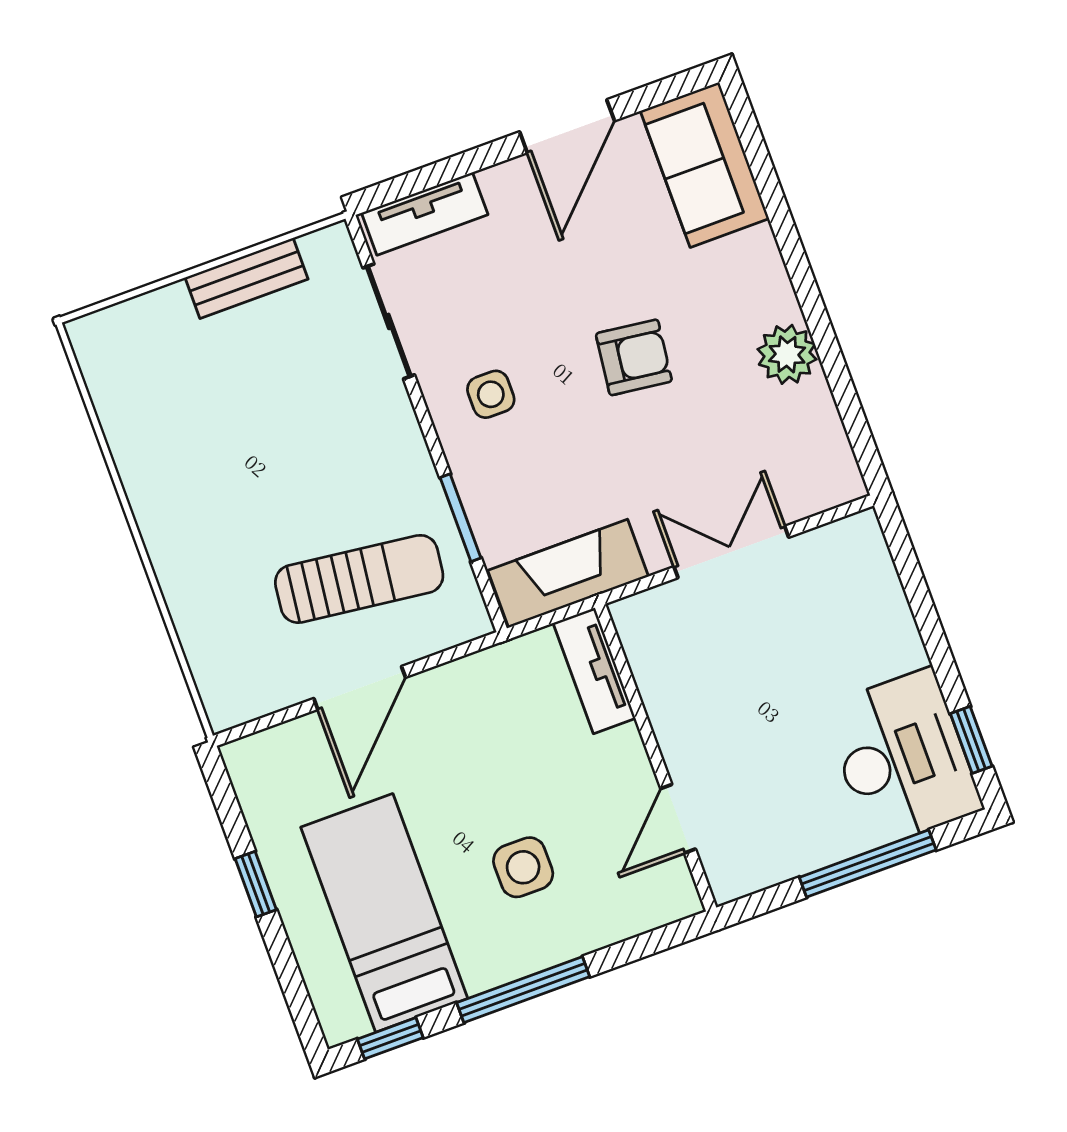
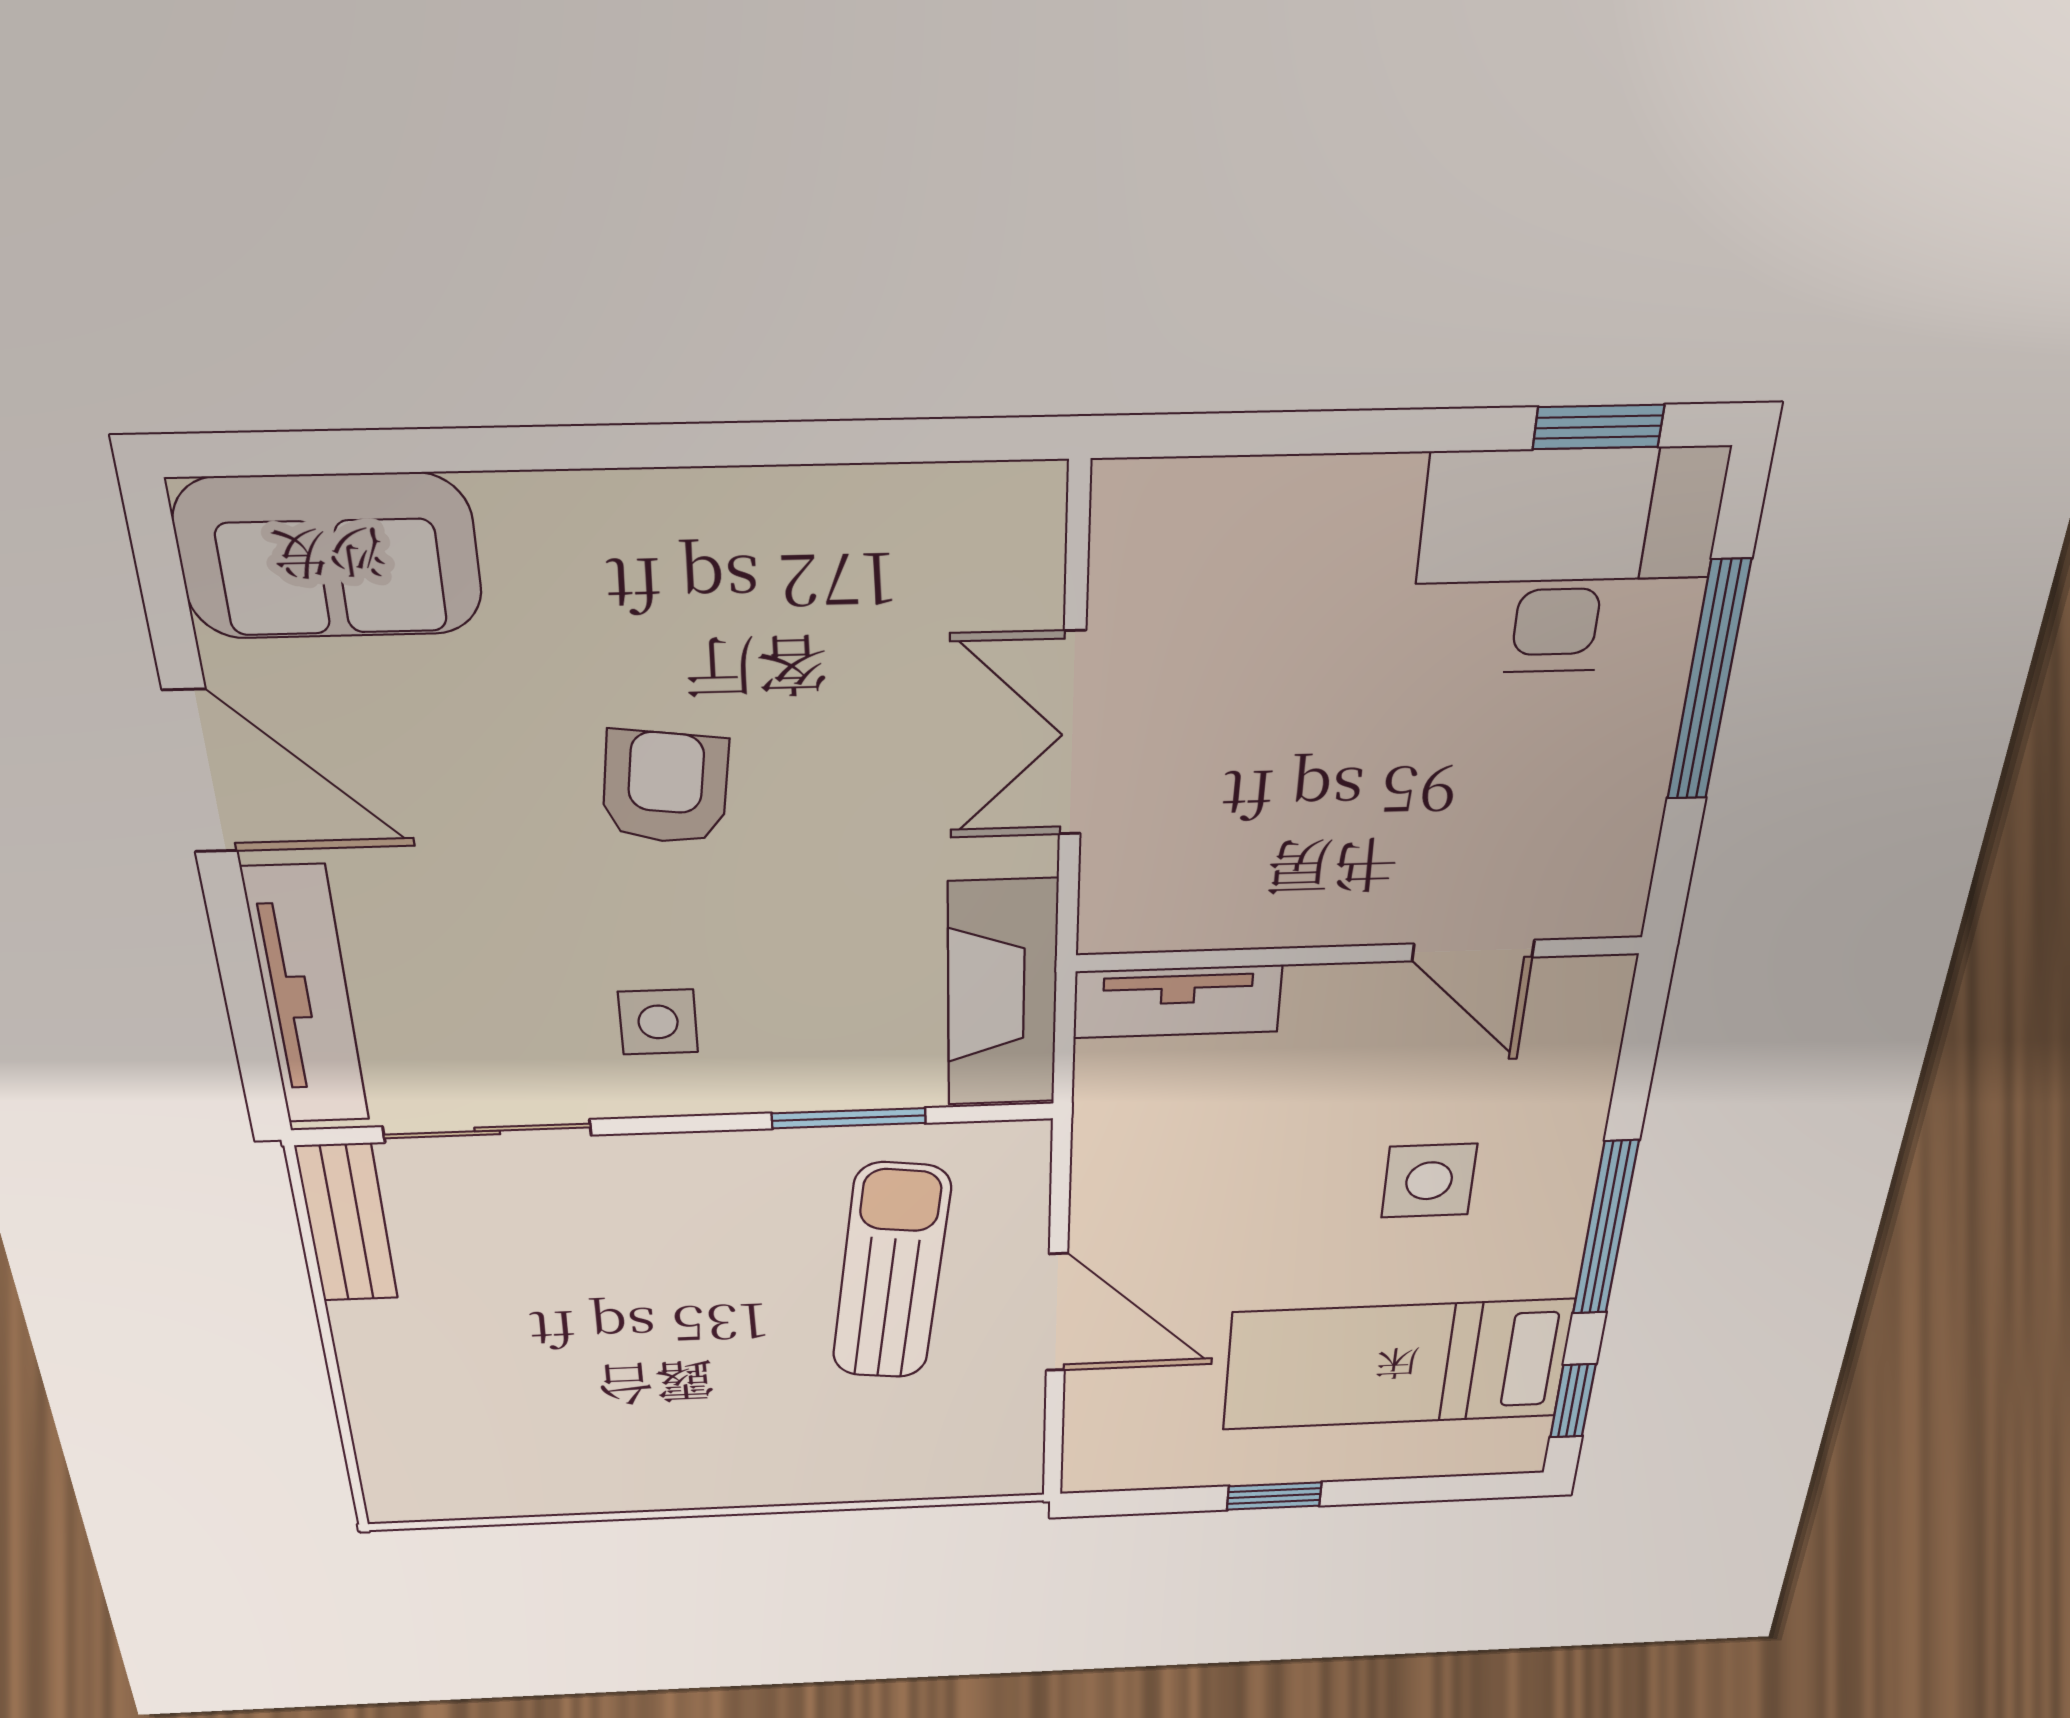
tv unit: (425, 214) -> (306, 997), width x1.41
bench: (247, 278) -> (347, 1223), moved
plant: (787, 354) -> (745, 524), removed

